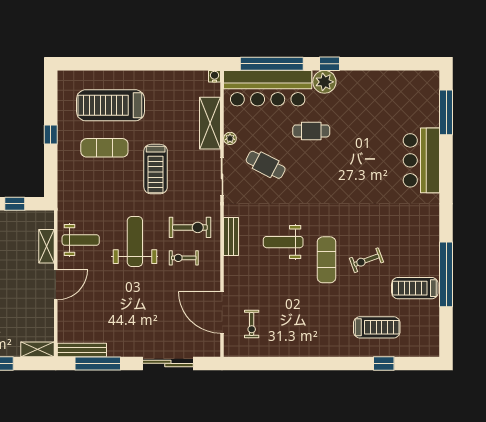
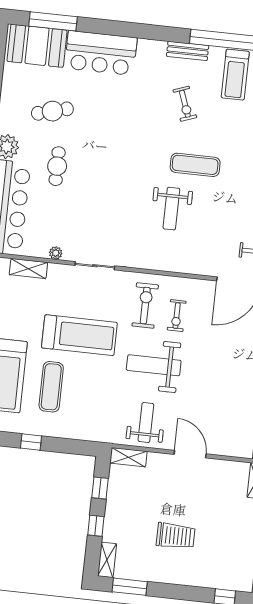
booth: (422, 100) -> (37, 46), added
shelving: (210, 123) -> (28, 269), width x0.67, depth x0.75
cafe table: (266, 165) -> (52, 111), moved, turned 48
treadmill: (156, 169) -> (79, 335), width x1.37, depth x1.38
bench: (231, 236) -> (188, 51), moved
shelving: (46, 246) -> (128, 457), moved
exercise bike: (366, 260) -> (185, 104), moved

